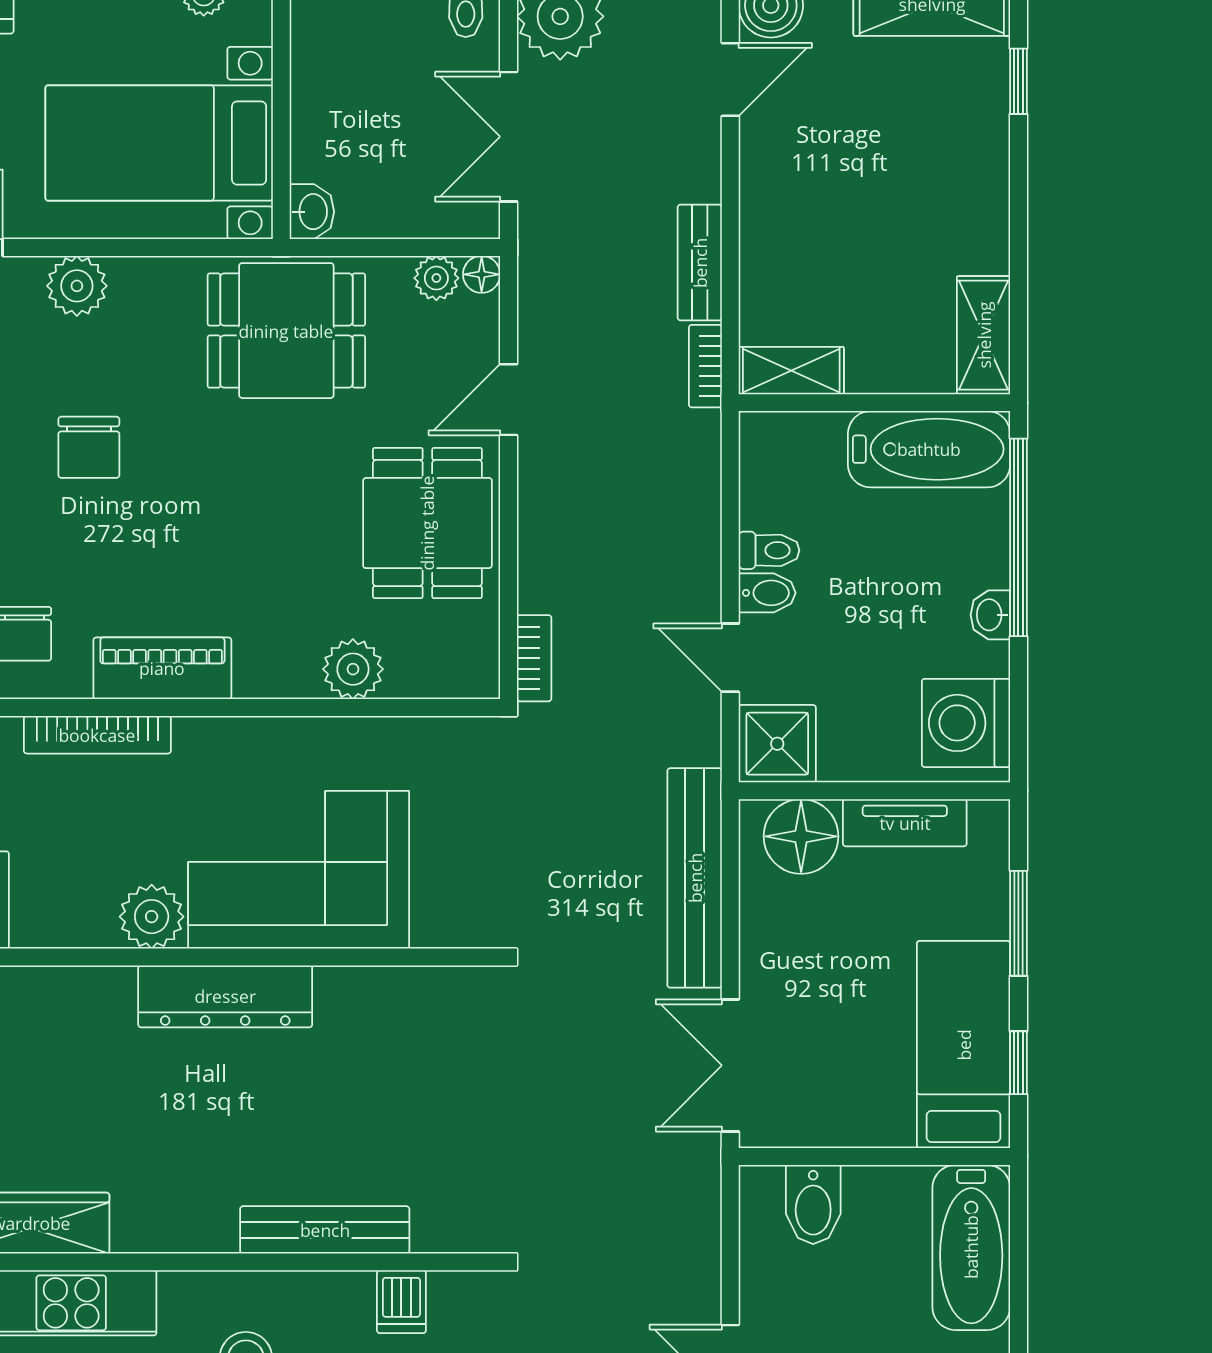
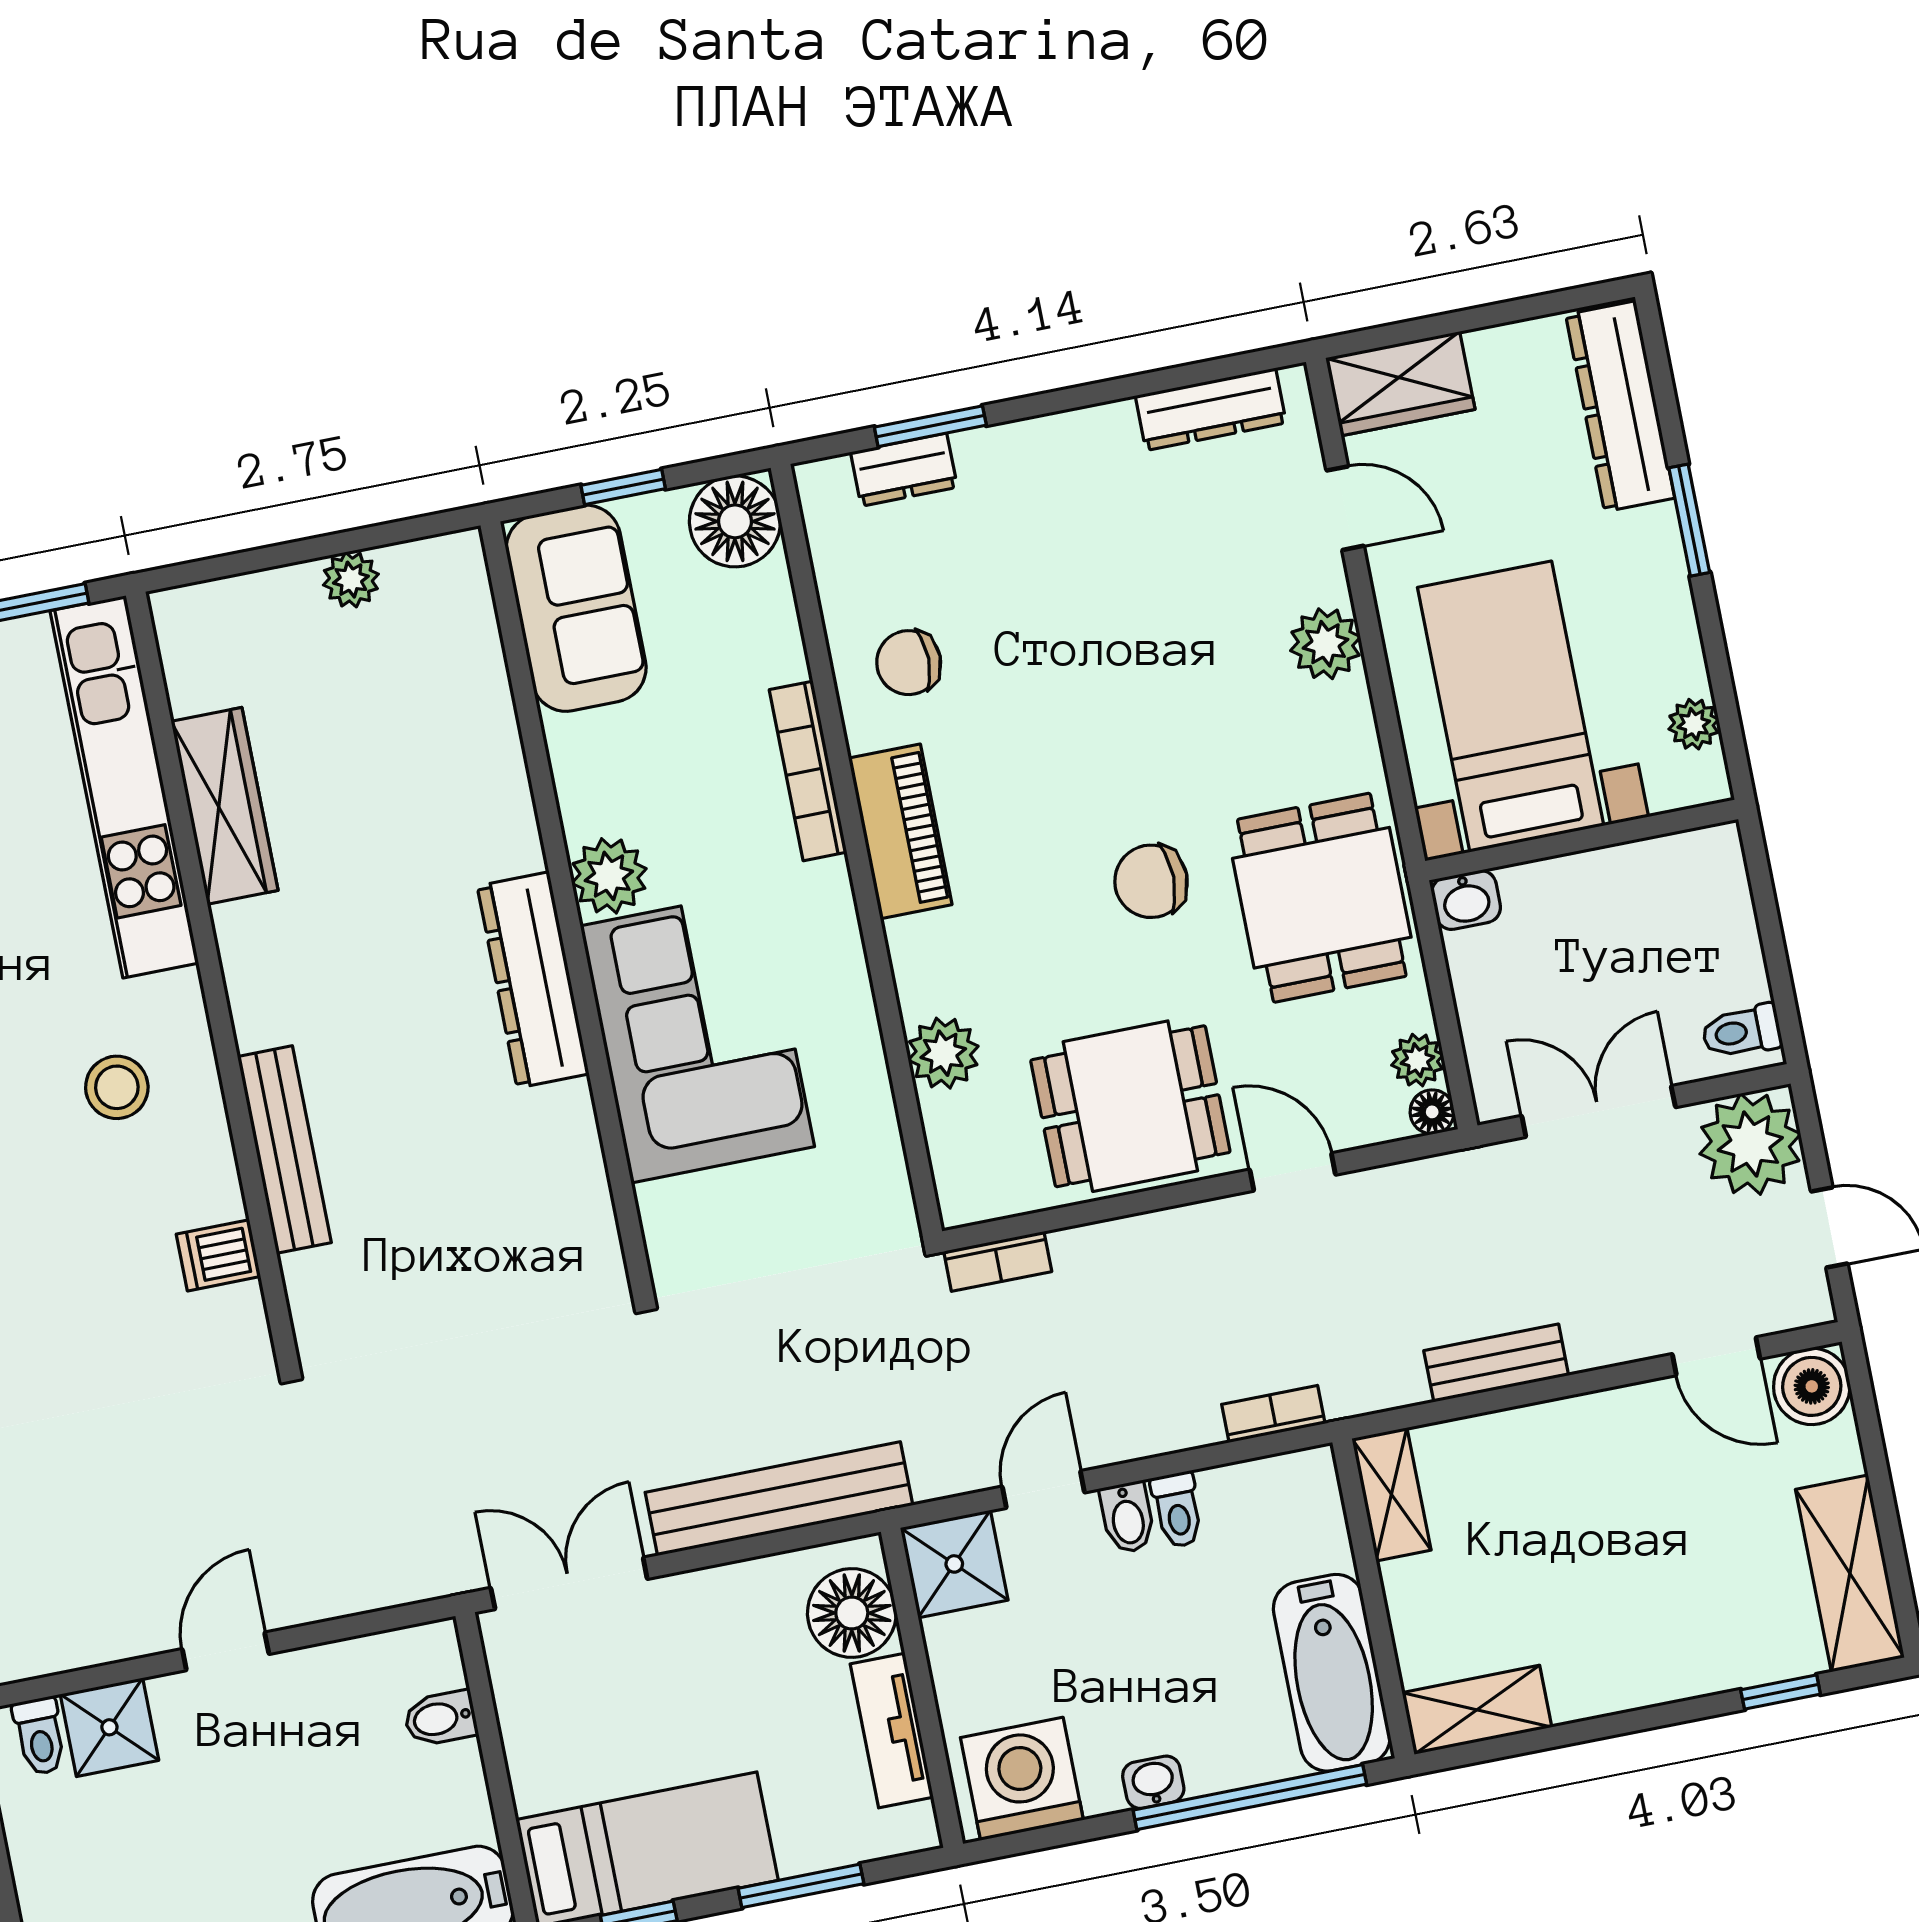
bookcase: (705, 366) -> (1273, 1414), moved
chair: (89, 447) -> (1151, 881), moved
bidet: (813, 1204) -> (440, 1718), width x0.72, depth x0.74

